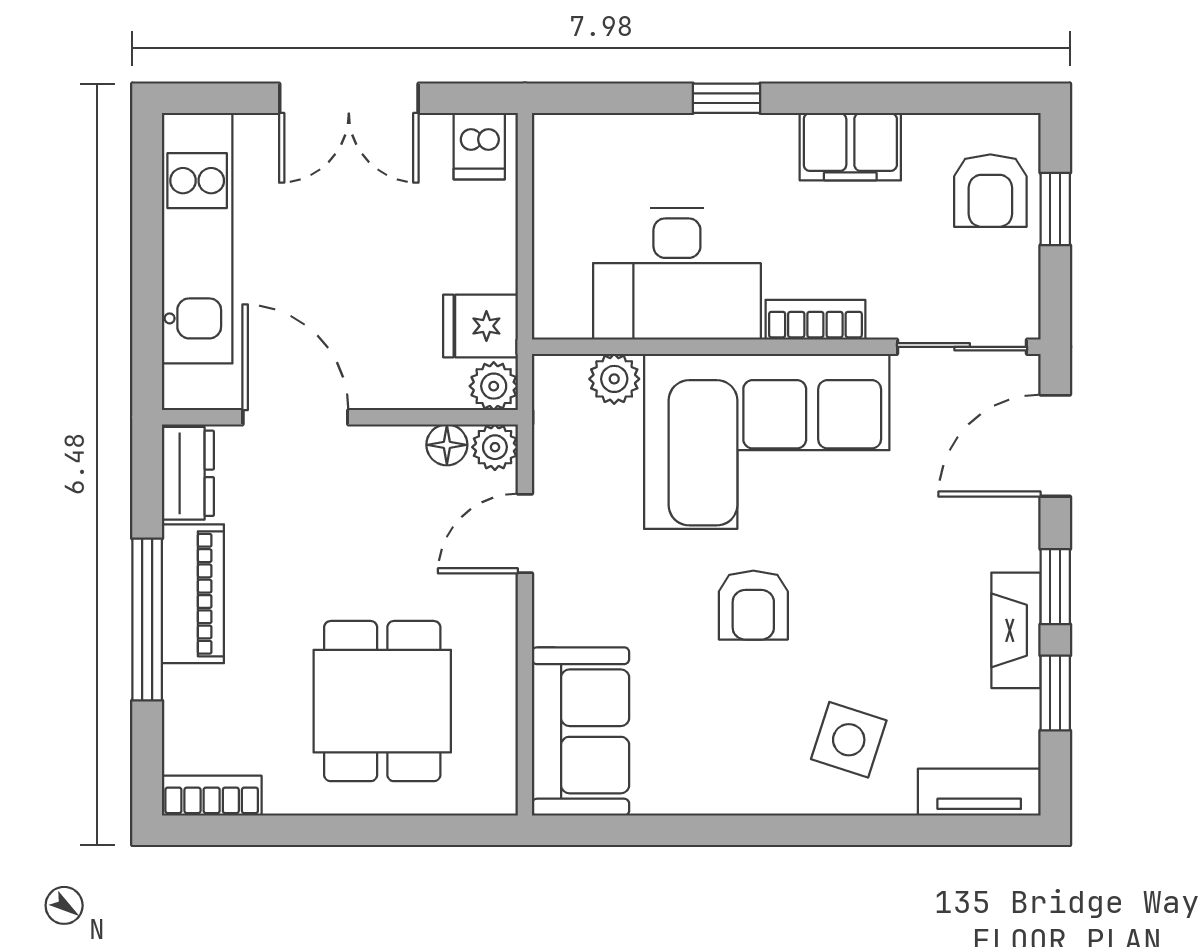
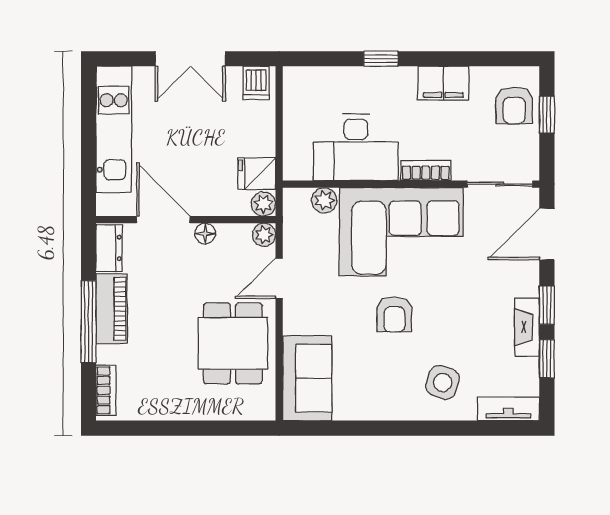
floor lamp: (447, 445) -> (205, 234), moved
dining table: (382, 701) -> (233, 343), moved
bookcase: (212, 796) -> (106, 390), moved, turned 90

